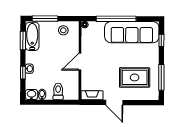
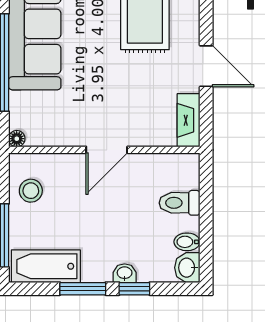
window: (23, 41) -> (83, 289), moved
door: (80, 62) -> (107, 150), hinge flipped
door: (114, 103) -> (206, 66), hinge flipped

